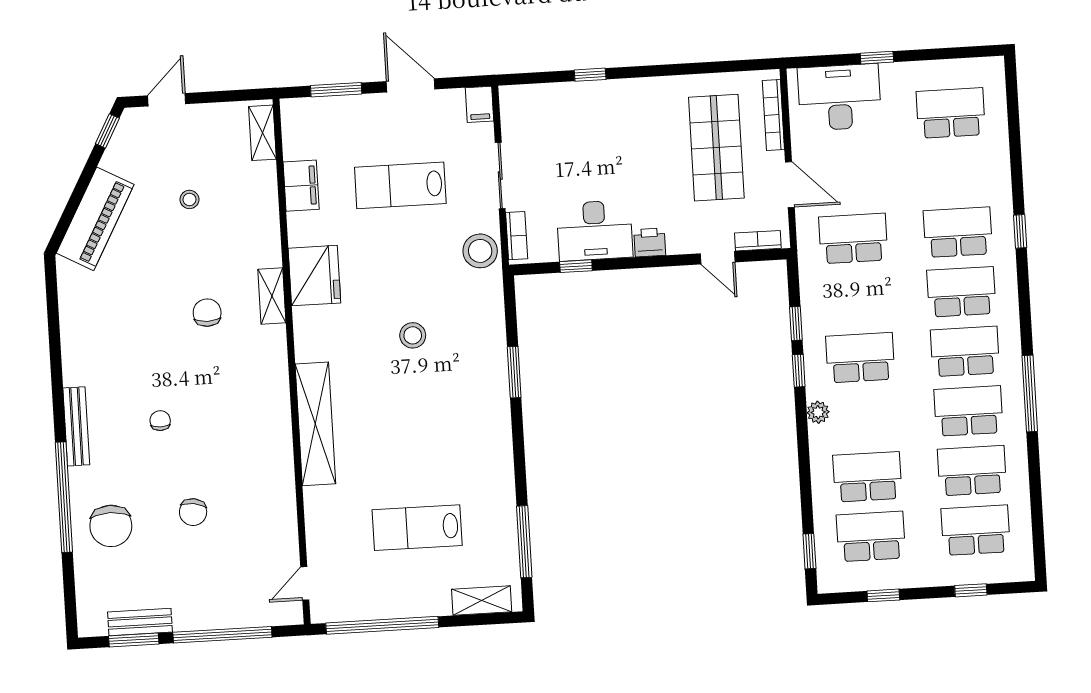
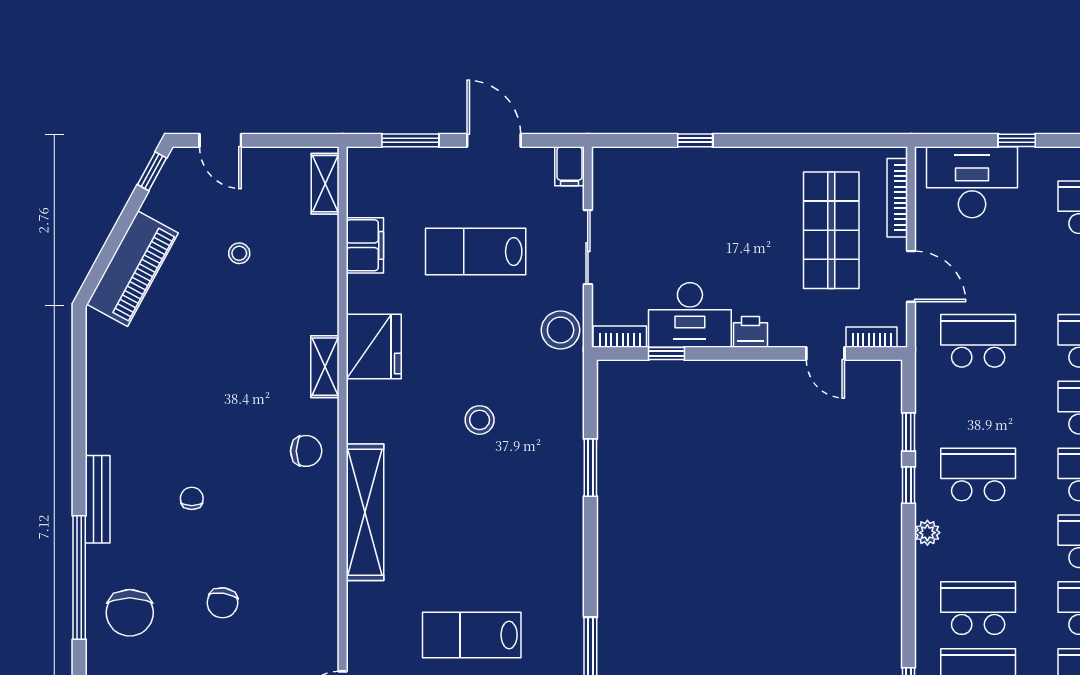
door: (167, 100) -> (220, 140), swing flipped
bookcase: (517, 236) -> (620, 337), moved, turned -90
chair: (207, 313) -> (306, 451), moved, turned 90

